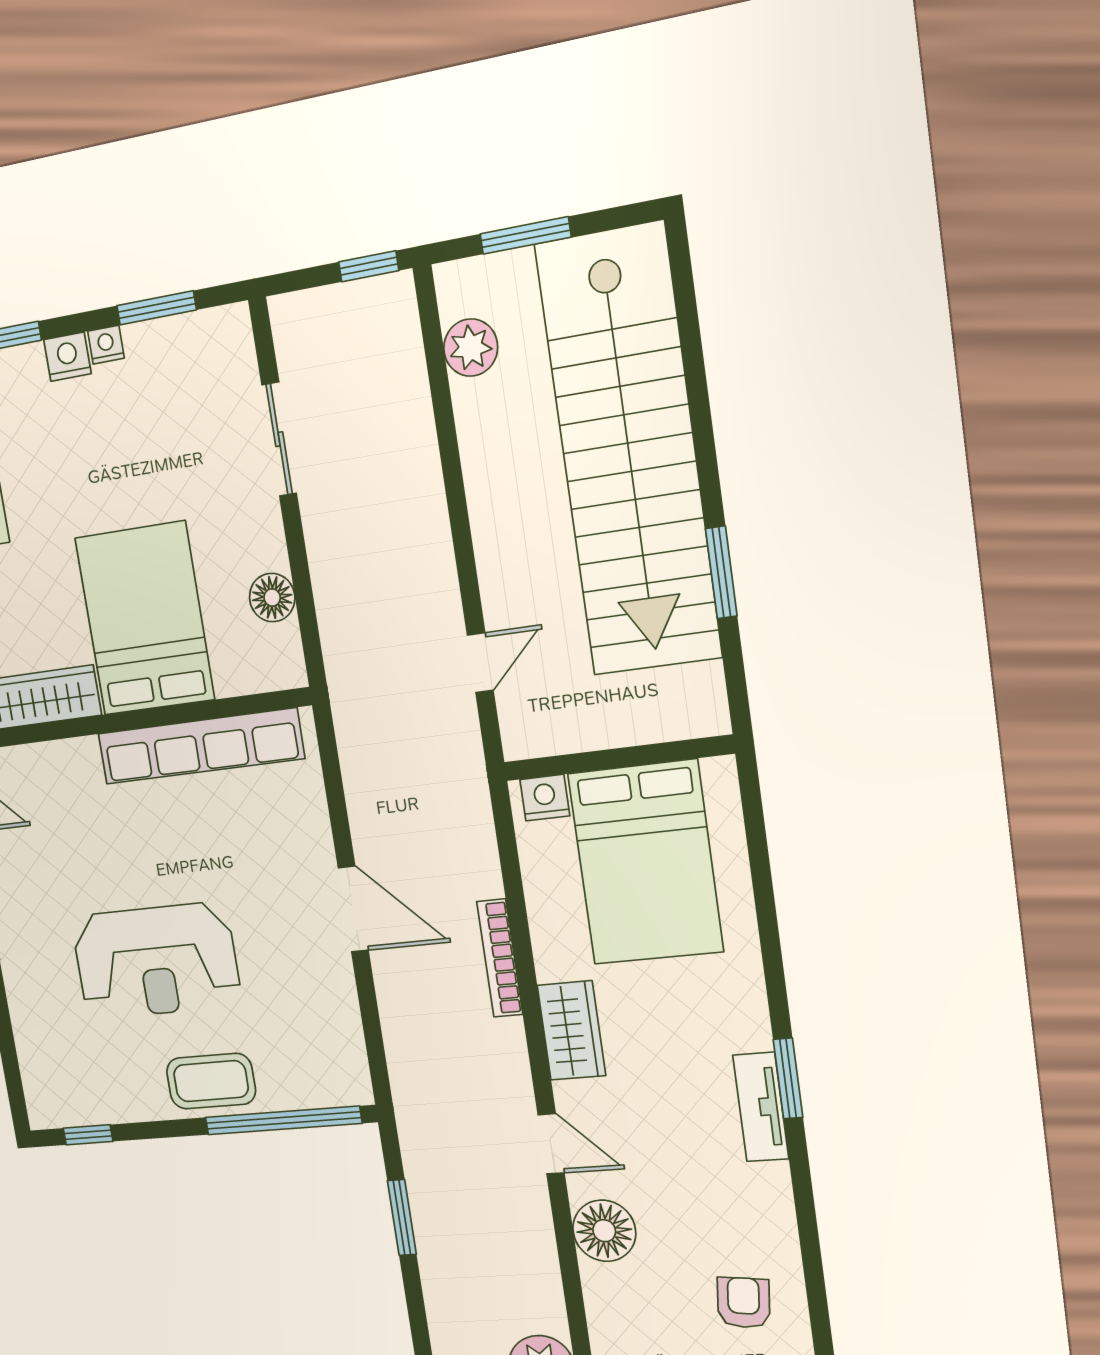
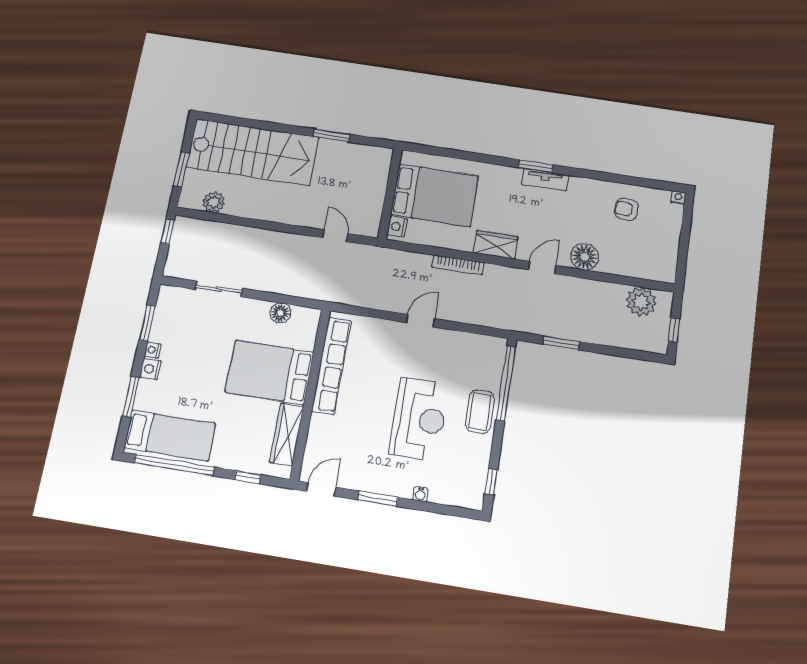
stairs: (629, 452) -> (253, 152), width x0.73
door: (353, 909) -> (421, 321), width x0.73
water cooler: (20, 1002) -> (420, 494), added

